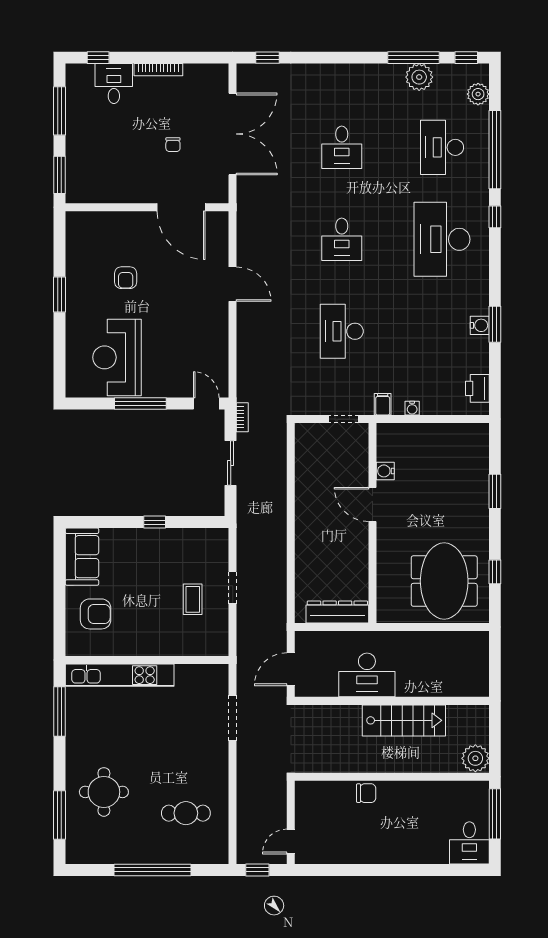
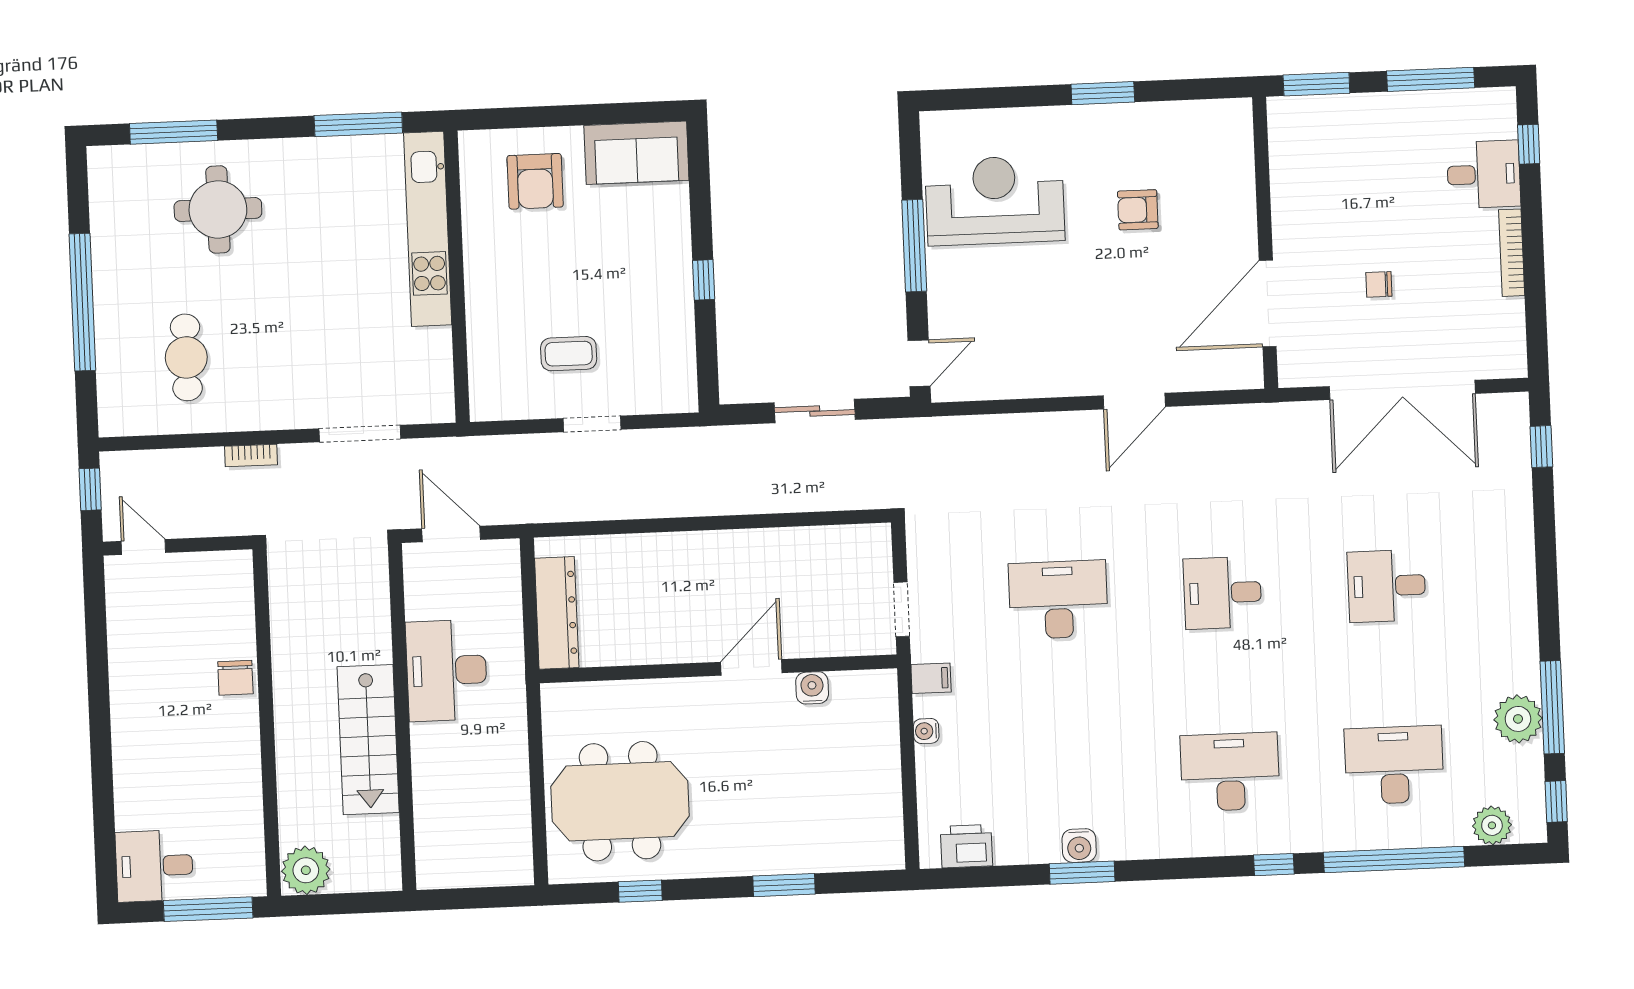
desk: (442, 239) -> (1230, 772), width x0.73, depth x0.77
bookcase: (242, 417) -> (251, 456), moved

